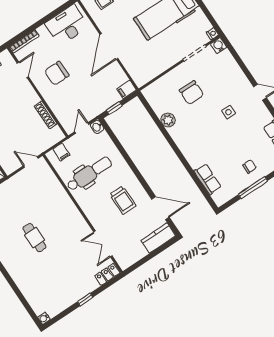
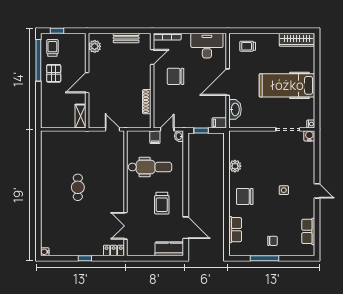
washbasin: (133, 67) -> (235, 109), added
chair: (191, 93) -> (245, 196), moved, turned 90
filing cabinet: (61, 152) -> (155, 137), moved

